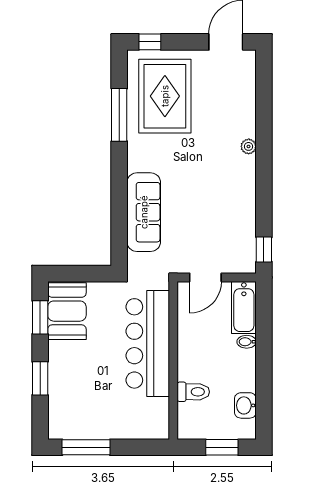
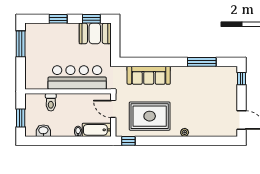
rug: (165, 96) -> (150, 116), moved

